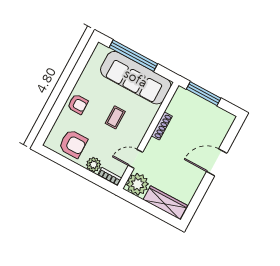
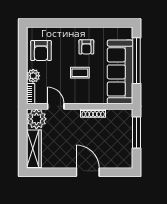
armchair: (78, 104) -> (86, 47), moved

